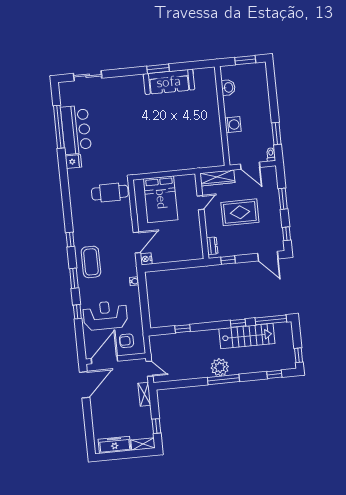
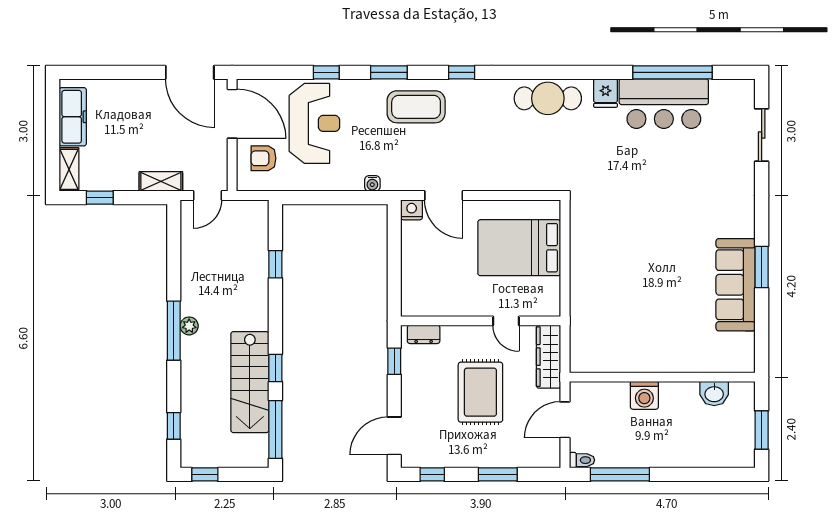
window: (276, 133) -> (620, 474), width x1.44
cafe table: (110, 193) -> (548, 98), moved, turned 90
armchair: (127, 341) -> (263, 158), turned -90
plant: (220, 367) -> (189, 326), width x0.53, depth x0.53

